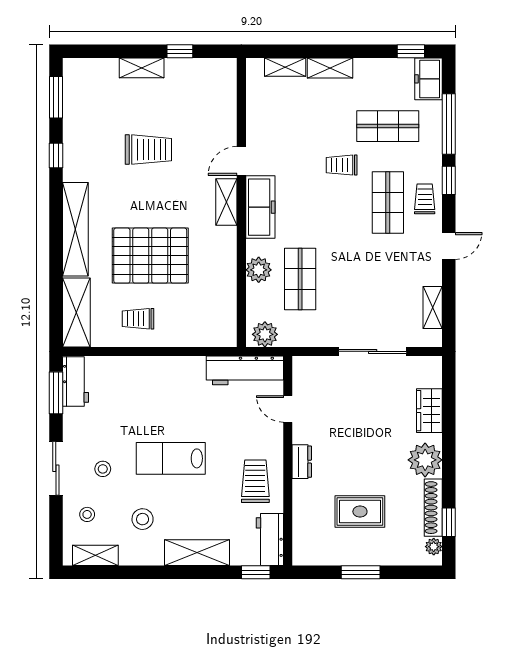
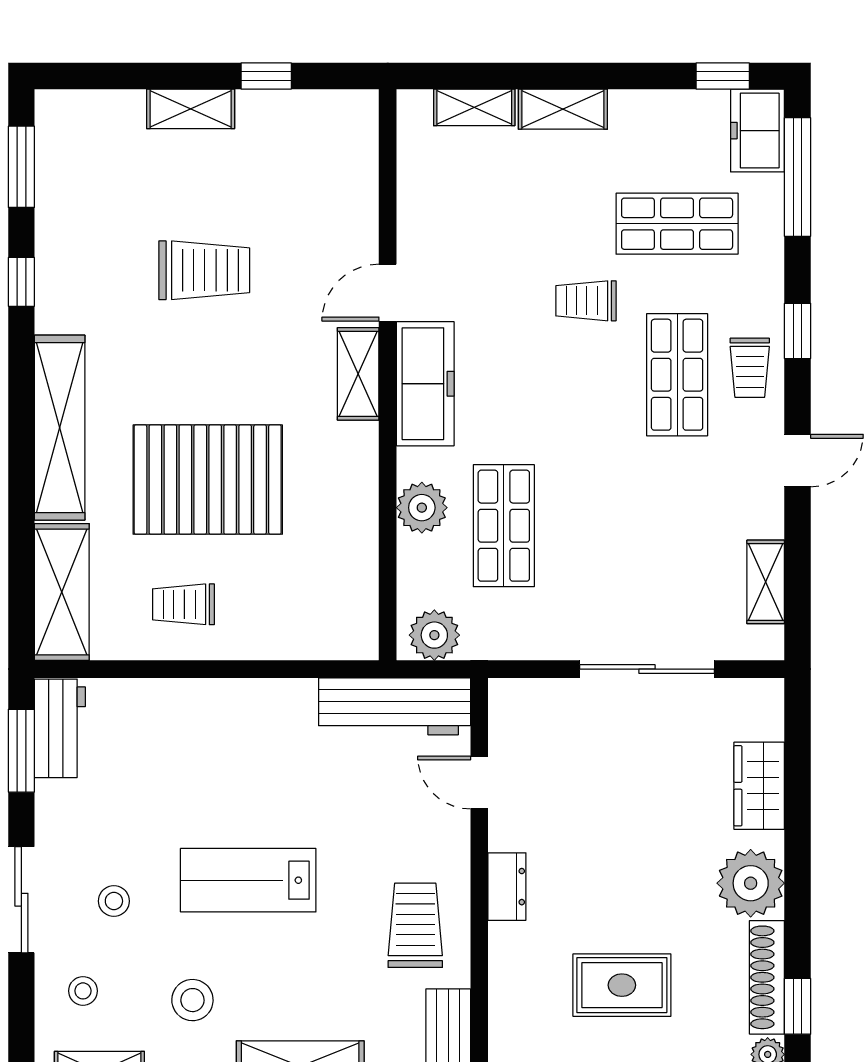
window: (449, 124) -> (798, 177), moved
trolley: (425, 199) -> (750, 368), turned 180

